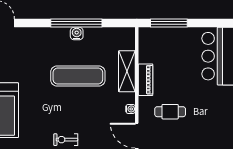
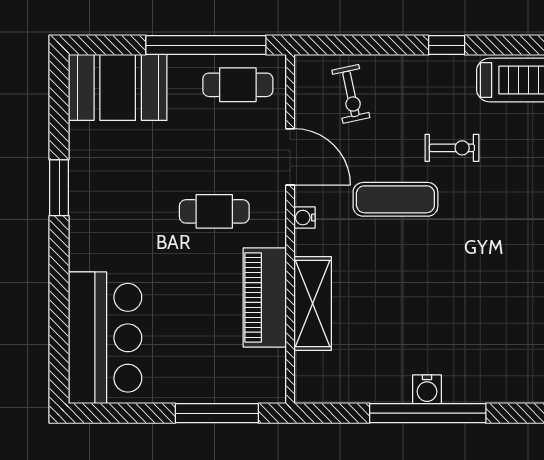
exercise mat: (78, 76) -> (395, 199), moved, width x0.73, depth x0.69
piano: (146, 80) -> (265, 297), width x1.37, depth x1.33

